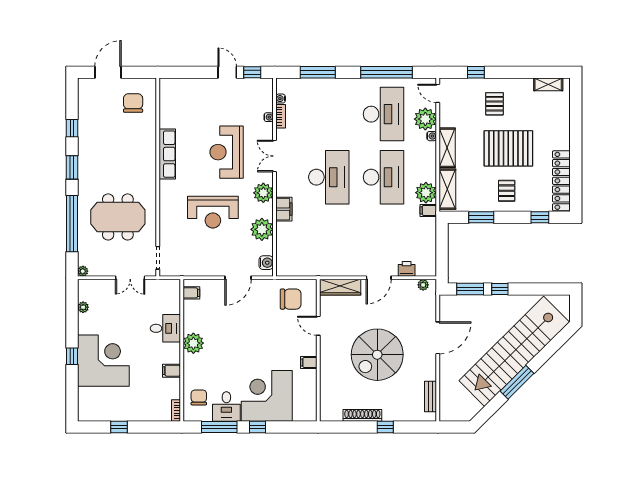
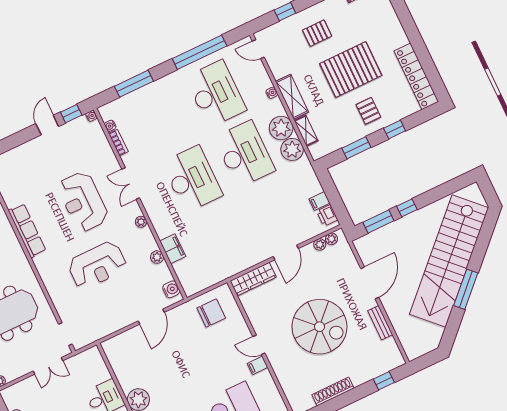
door: (227, 72) -> (47, 125), hinge flipped
pallet: (494, 104) -> (317, 33), turned 90
water cooler: (269, 117) -> (91, 116), moved
plant: (425, 119) -> (281, 128), moved
shelving: (447, 189) -> (306, 131), width x0.67, depth x0.75
plant: (263, 193) -> (141, 222), width x0.53, depth x0.53
filing cabinet: (284, 209) -> (173, 249), moved
filing cabinet: (428, 210) -> (319, 201), moved
window: (540, 217) -> (395, 130), moved
plant: (262, 229) -> (157, 257), width x0.53, depth x0.53
printer: (407, 269) -> (327, 215), moved, turned -90
plant: (411, 285) -> (320, 244), added
filing cabinet: (191, 293) -> (113, 352), removed
door: (318, 326) -> (259, 345), moved
spiral stairs: (377, 355) -> (319, 327), turned -90
bench: (431, 396) -> (380, 323), moved
window: (385, 427) -> (384, 381), moved

